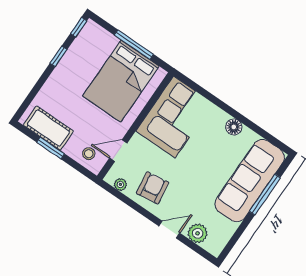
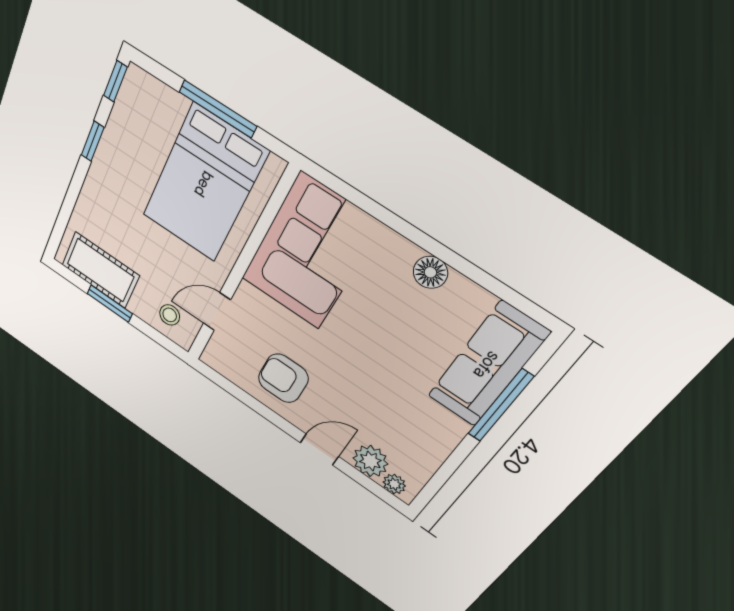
sofa: (250, 181) -> (487, 365), width x0.74, depth x0.79
plant: (120, 184) -> (394, 484), moved
armchair: (153, 188) -> (283, 378), turned -82

